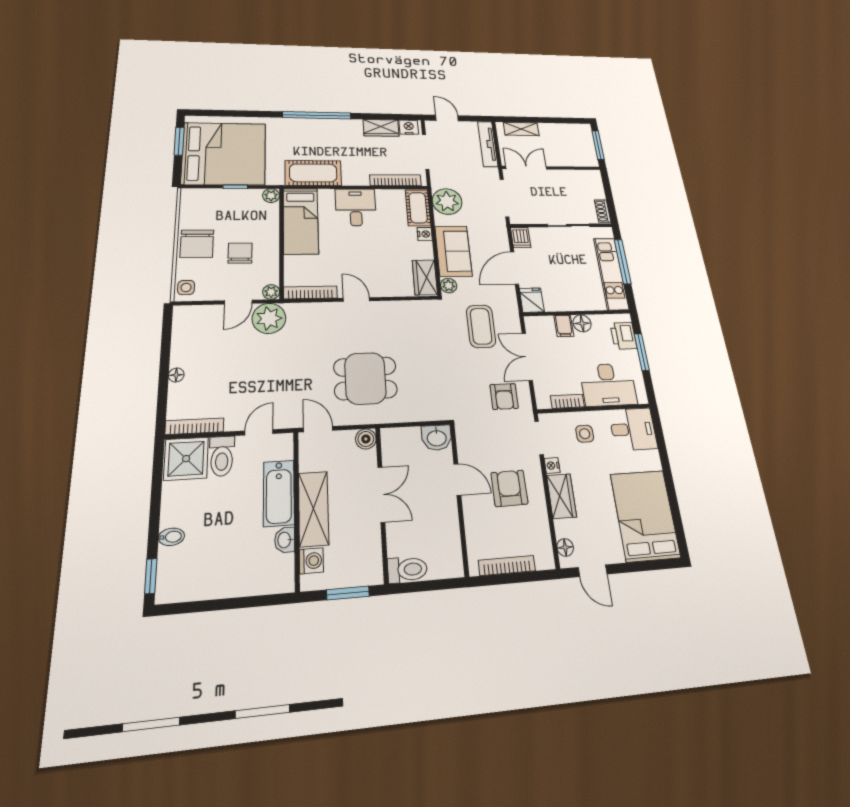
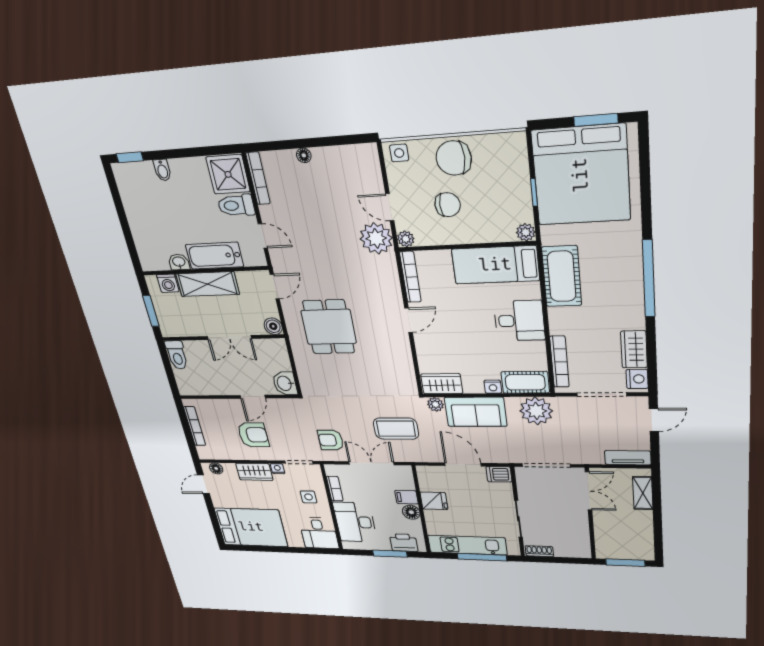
tv unit: (488, 144) -> (628, 458), width x0.71
fridge: (532, 300) -> (434, 501), moved

